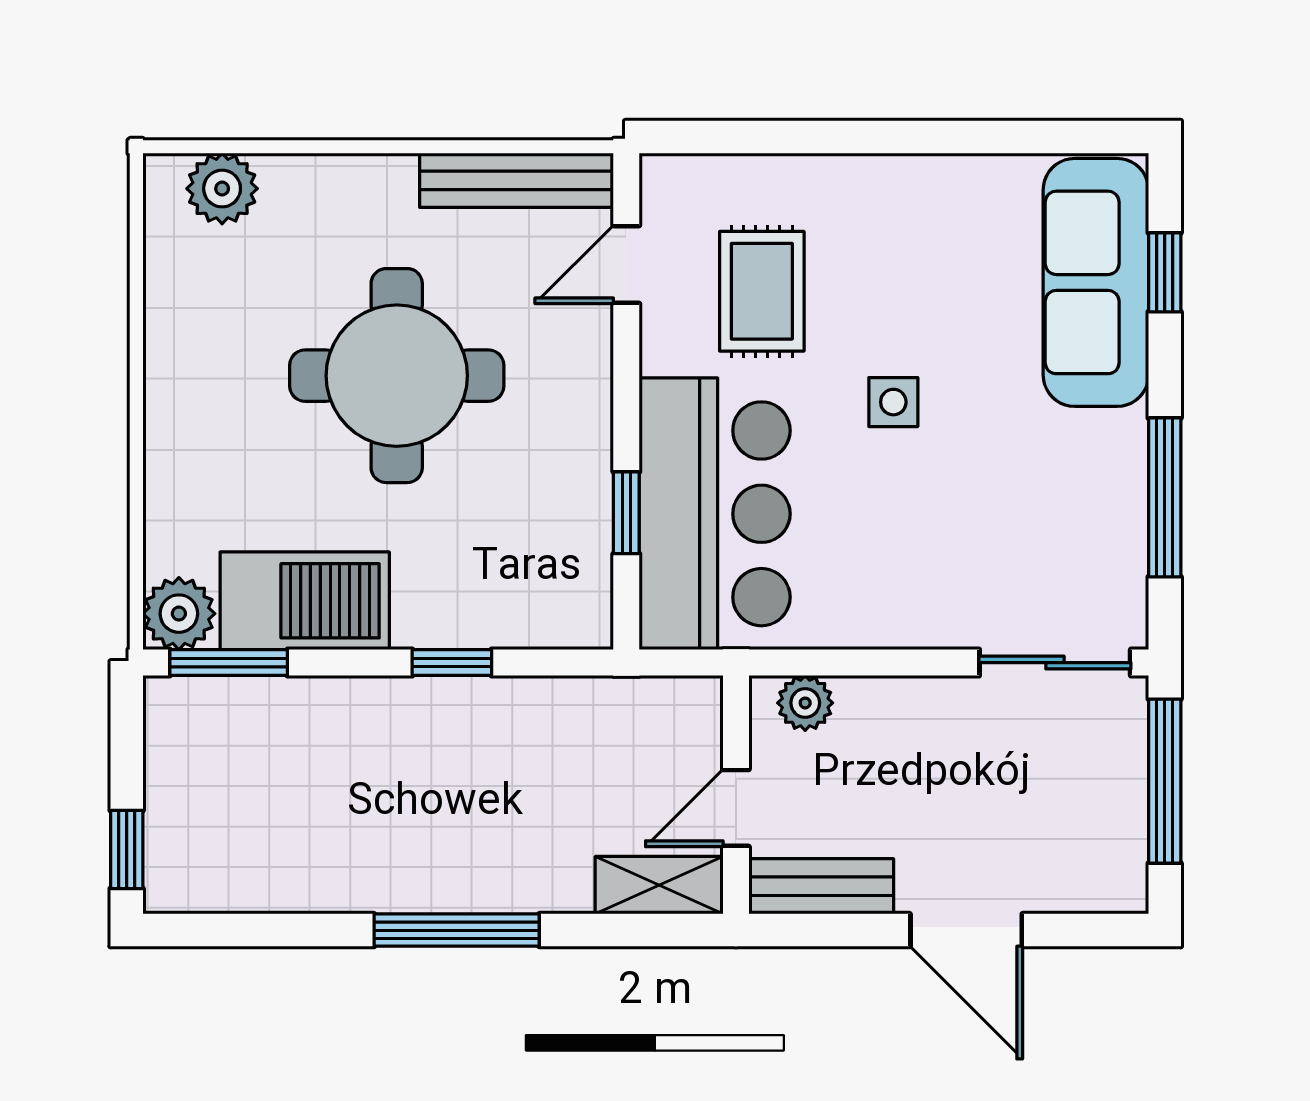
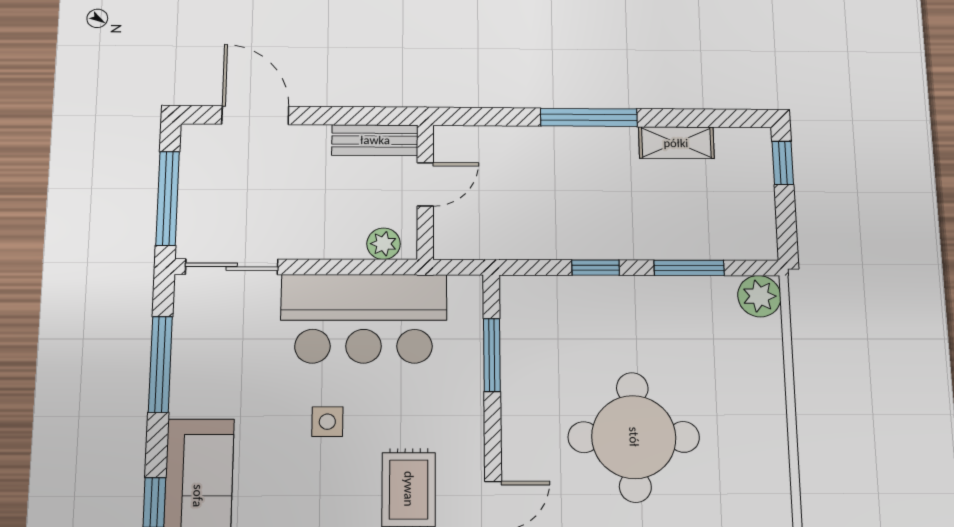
window: (626, 513) -> (492, 355), width x1.50
bar counter: (715, 514) -> (364, 319), moved, turned -90
barbecue: (305, 601) -> (685, 303), removed
window: (229, 663) -> (689, 268), moved
shelving: (659, 885) -> (676, 143), moved
door: (966, 930) -> (255, 115), moved

